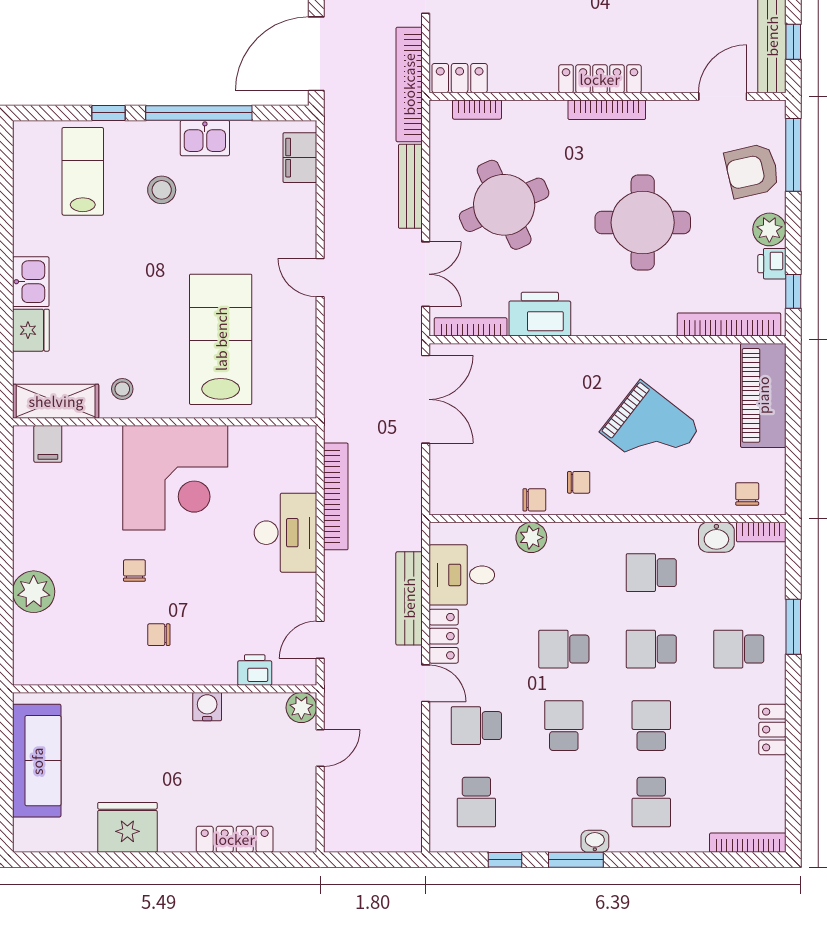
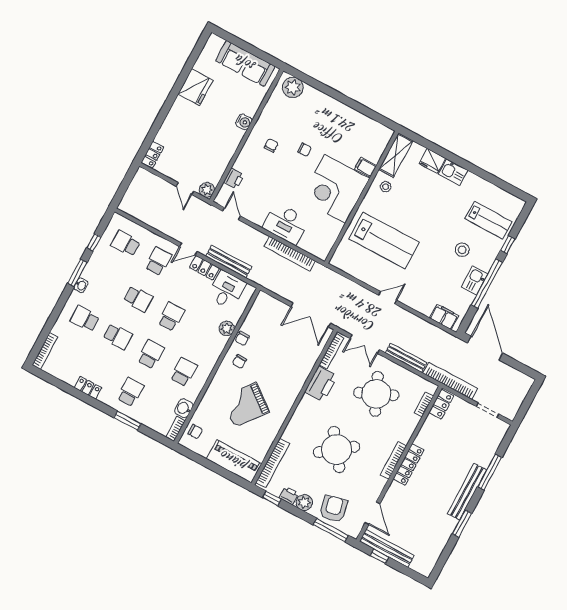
round table: (643, 223) -> (337, 450), turned -37
filing cabinet: (48, 444) -> (366, 167), moved
plant: (34, 592) -> (293, 87), moved
water cooler: (207, 707) -> (244, 122), moved
locker: (235, 839) -> (153, 155), moved, width x0.66

